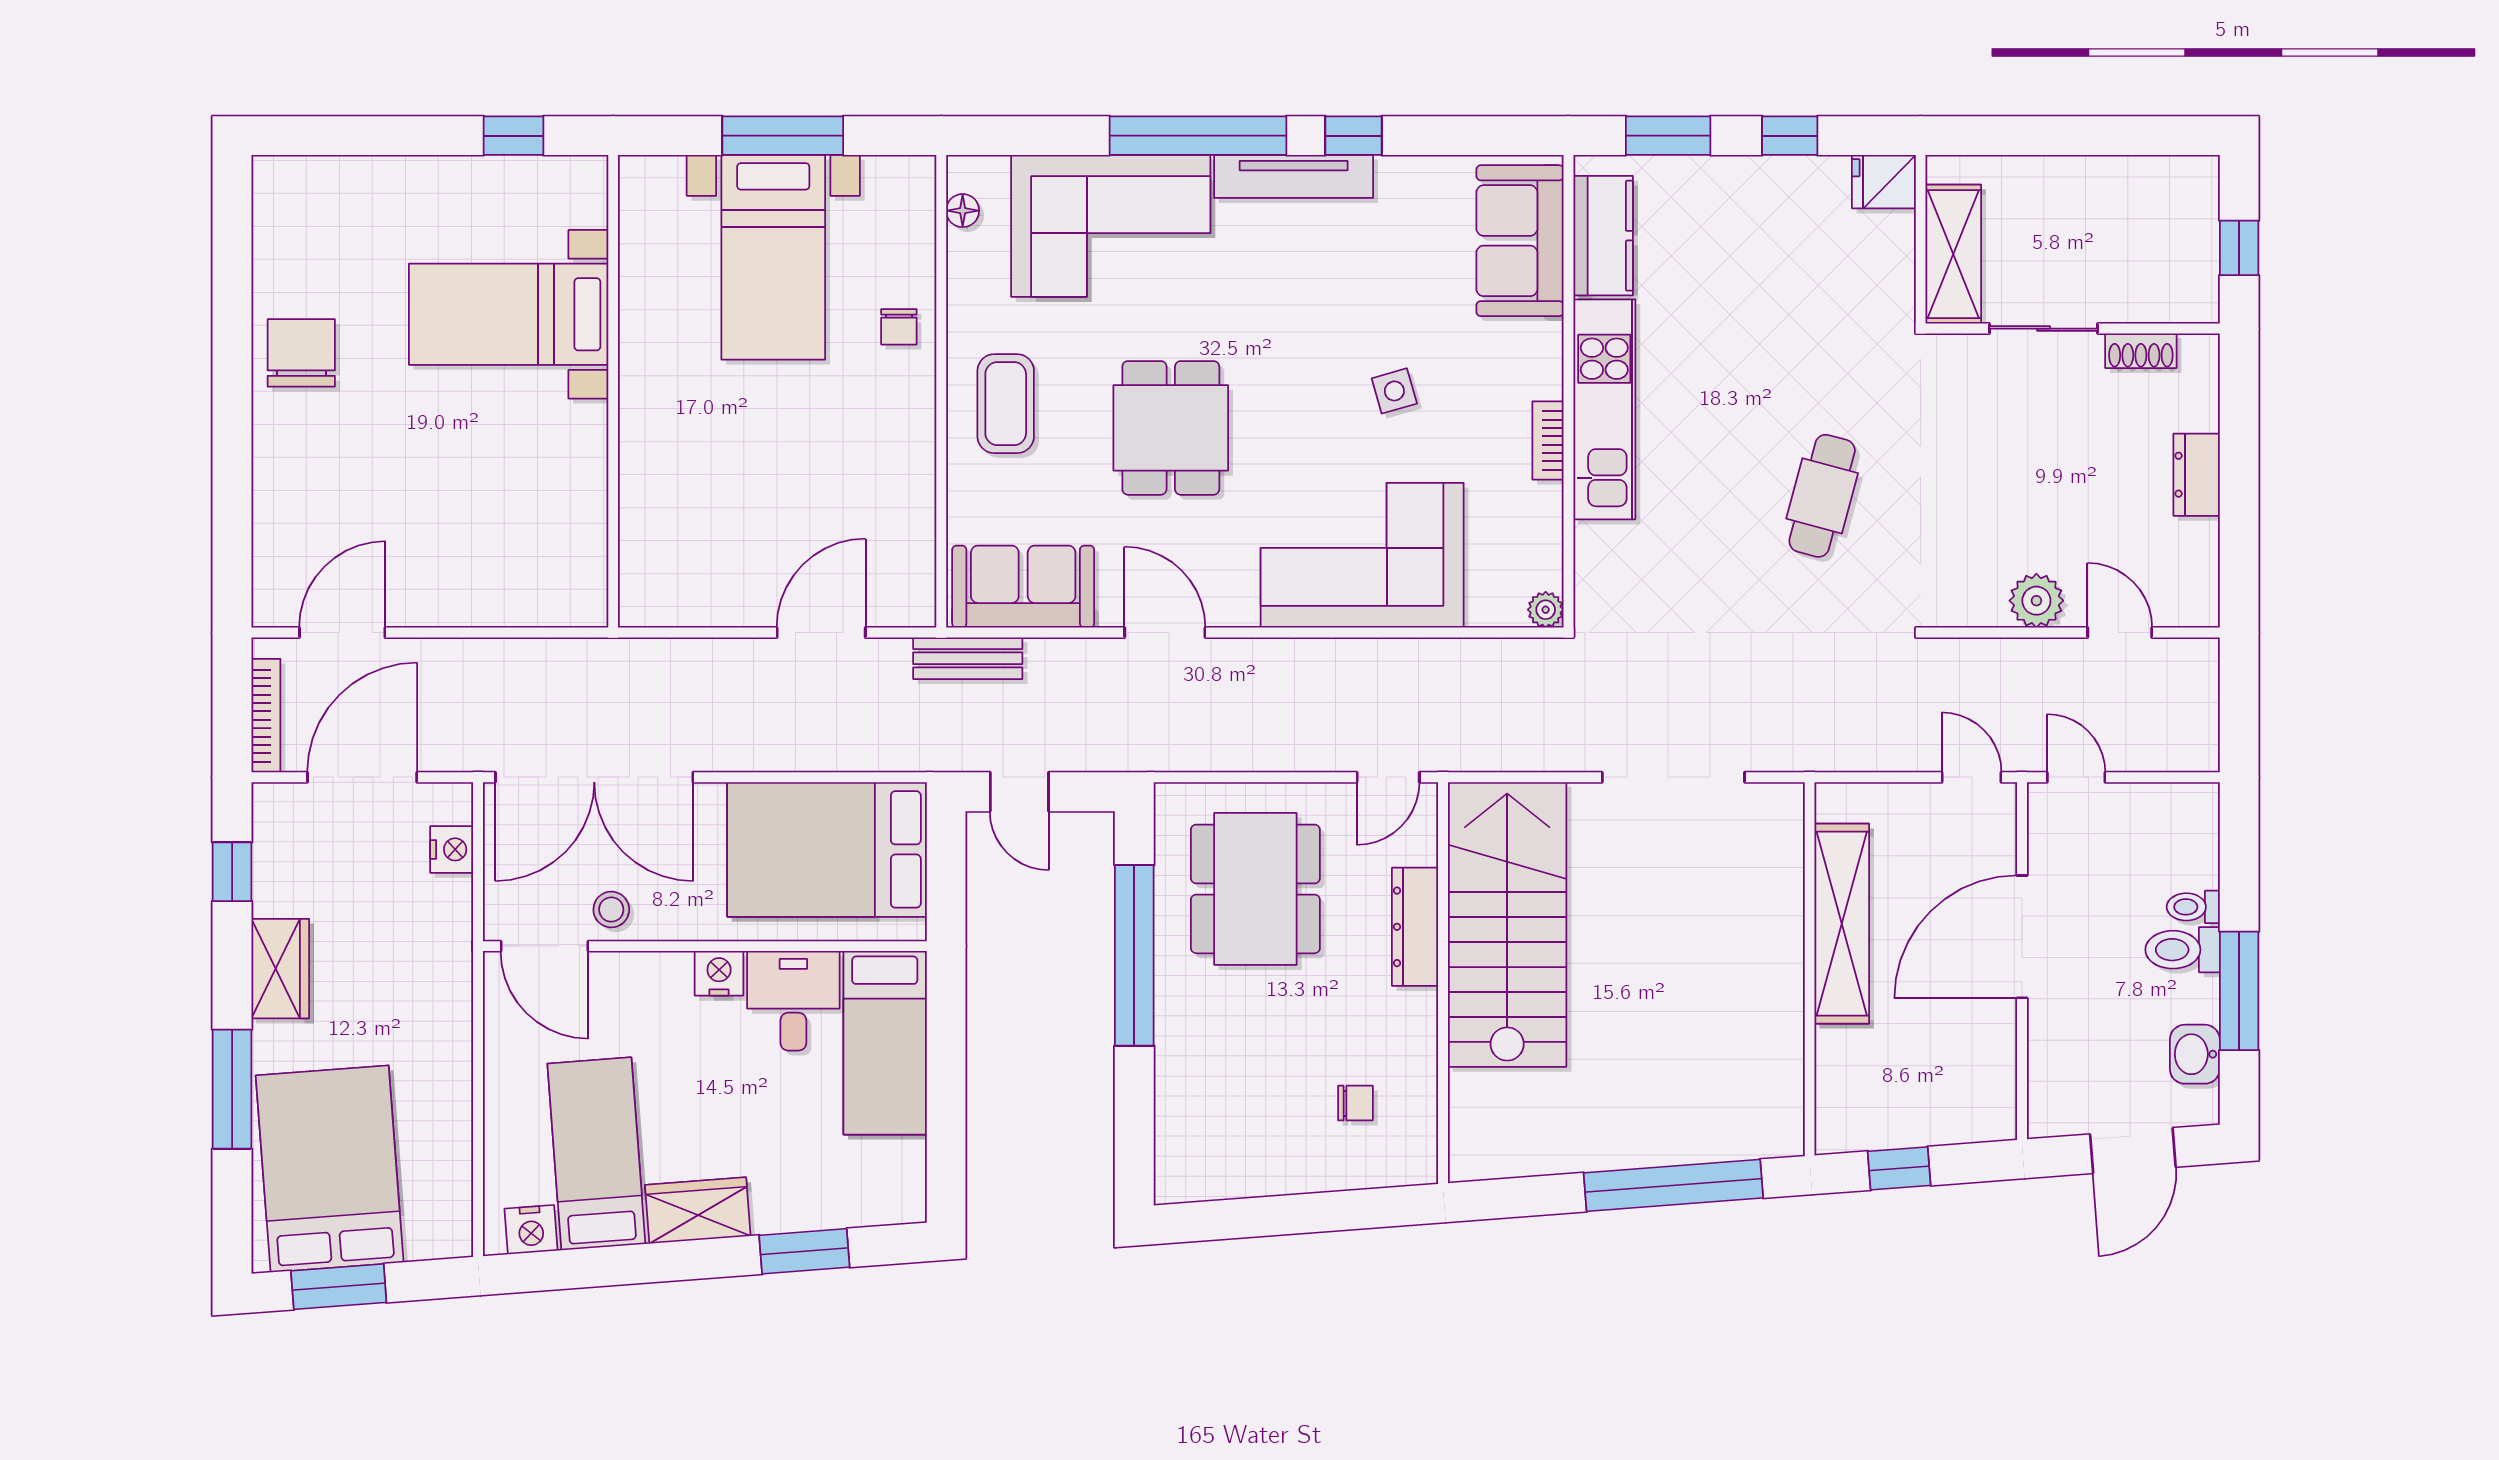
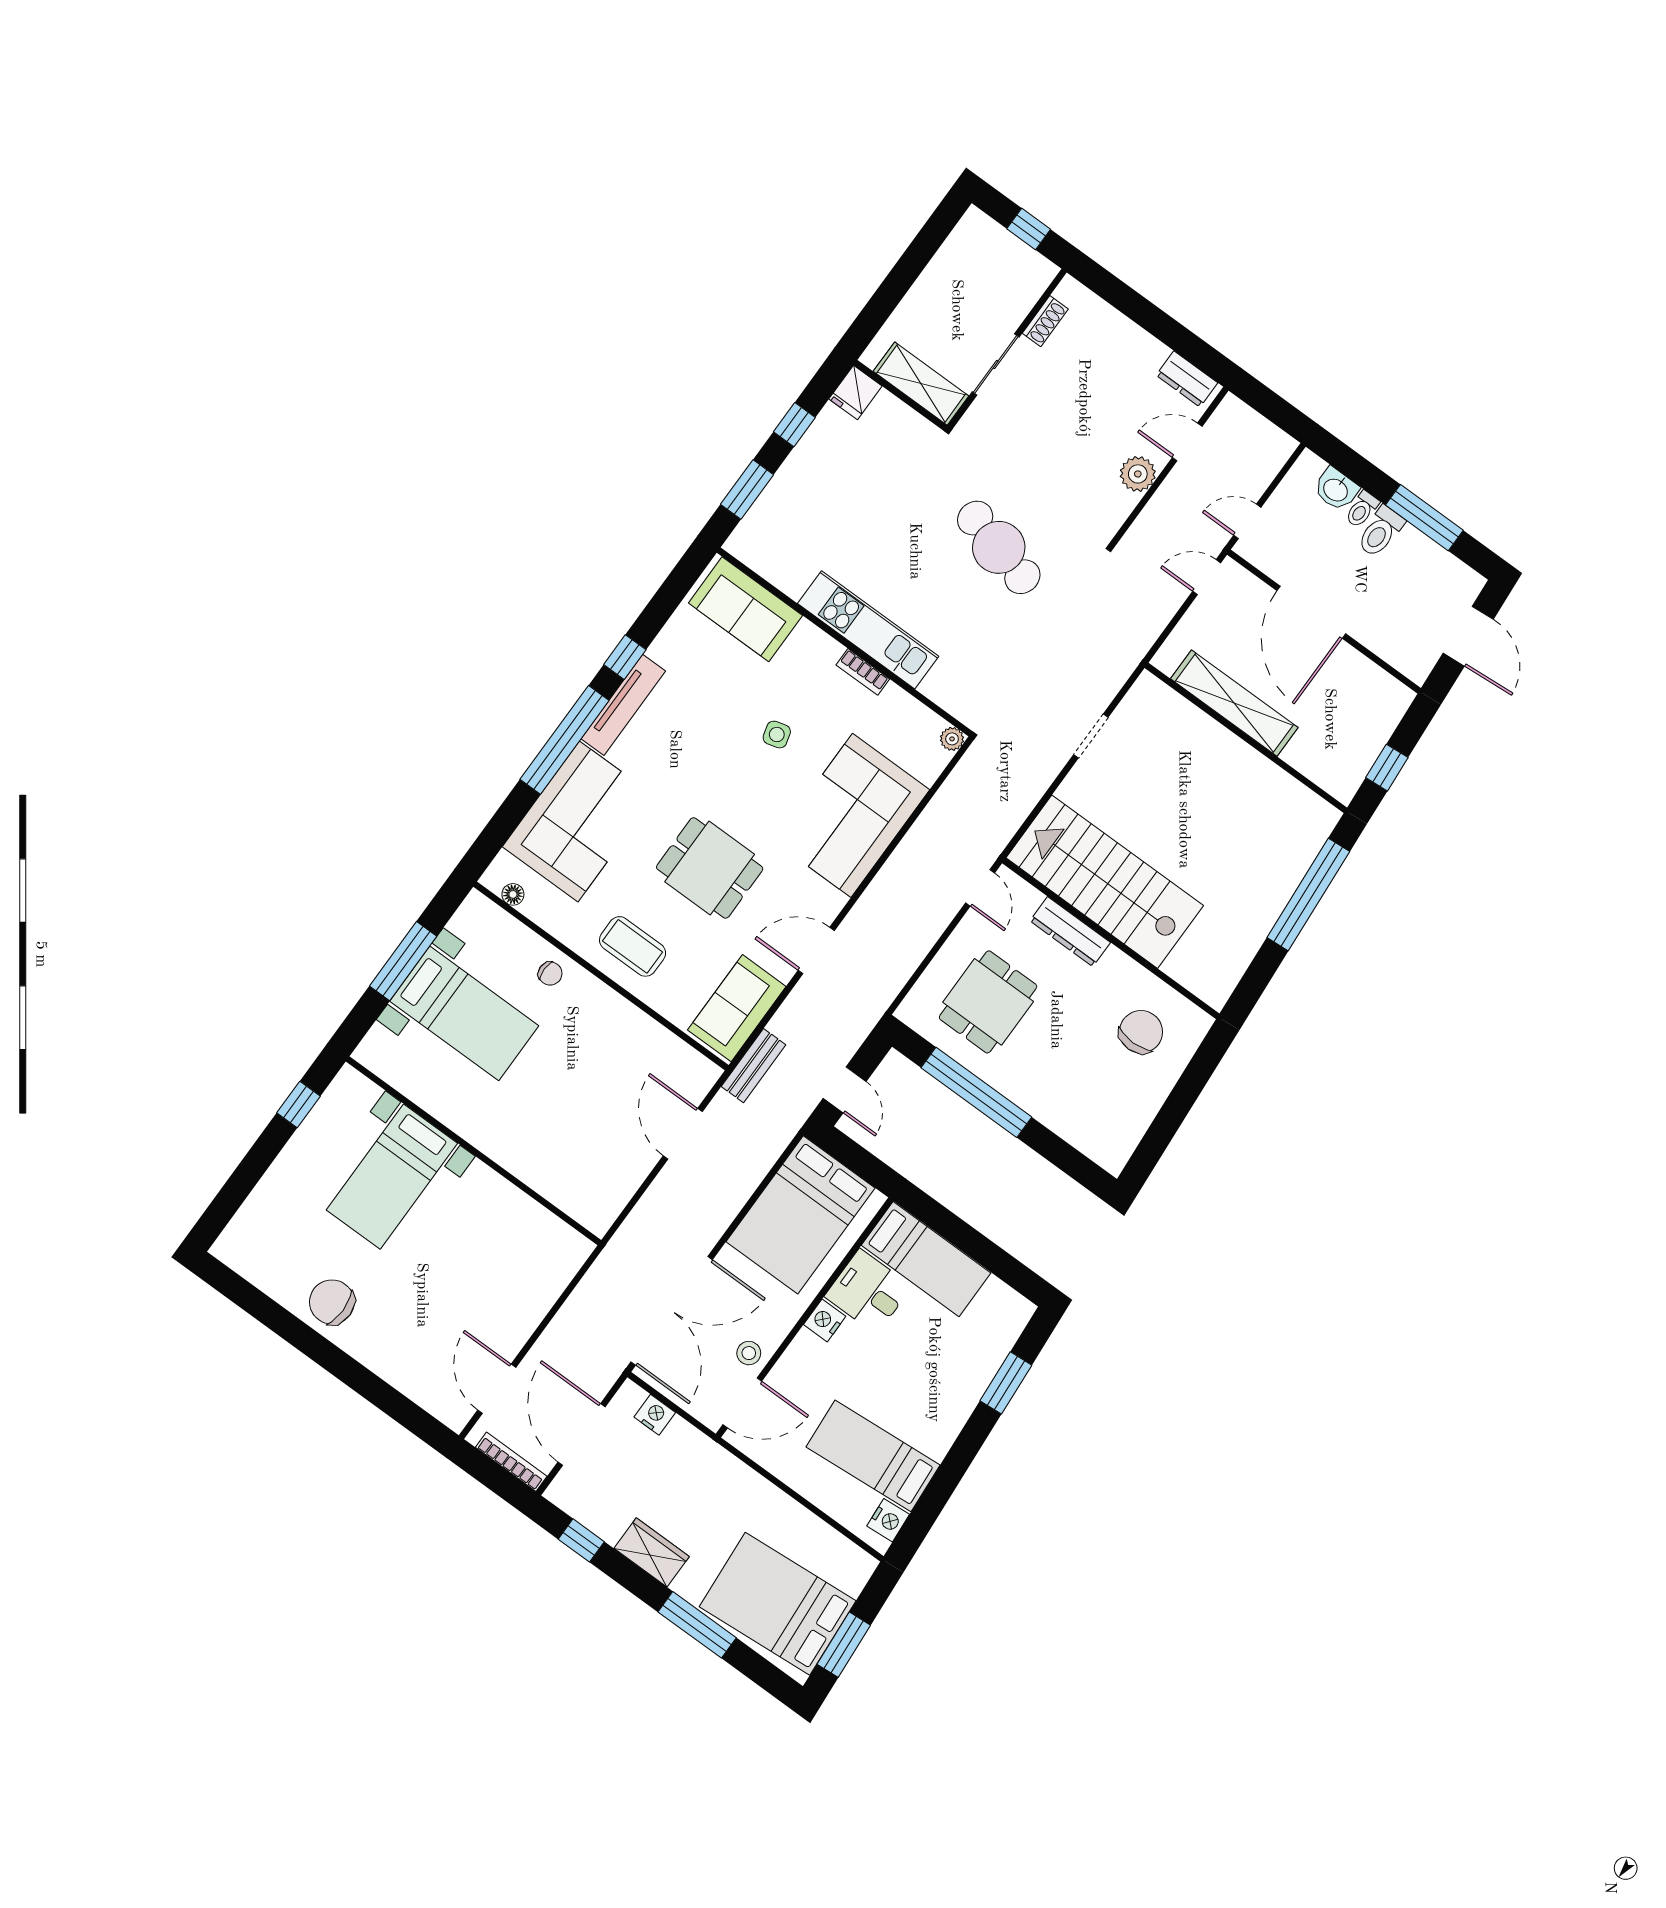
kitchen counter: (1603, 236) -> (775, 563), removed
dresser: (2197, 475) -> (1187, 379), moved
cafe table: (1822, 496) -> (999, 547), width x1.37, depth x1.35
doorway: (1673, 777) -> (1091, 736), width x0.53
door: (1019, 792) -> (845, 1090), hinge flipped
dining table: (1255, 889) -> (988, 1002), width x0.73
washbasin: (2195, 1054) -> (1336, 489), moved
chair: (1355, 1103) -> (1141, 1032), width x1.87, depth x1.87
wardrobe: (698, 1210) -> (943, 1424), removed

